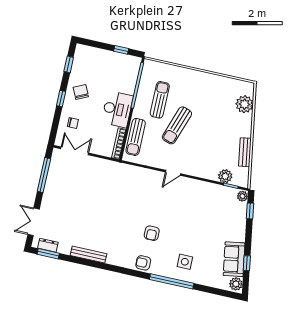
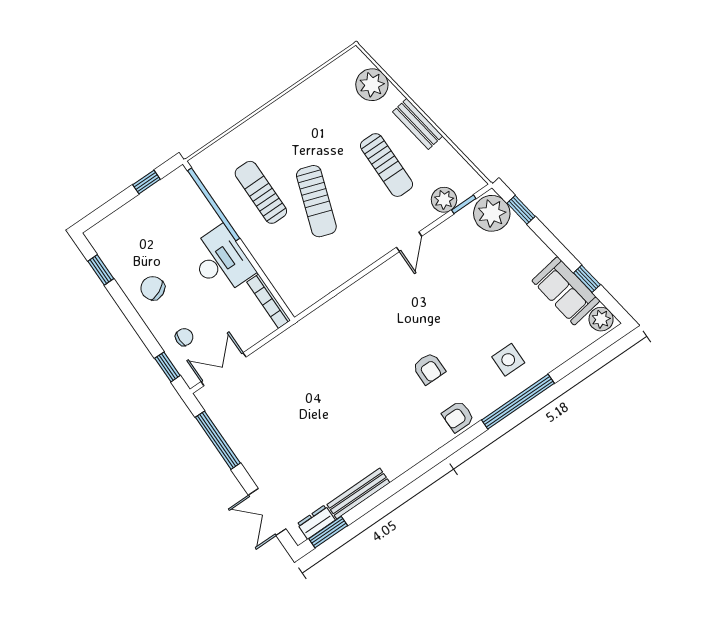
window: (61, 99) -> (167, 367), moved
sun lounger: (136, 137) -> (386, 165), moved
bench: (245, 152) -> (418, 124), moved
door: (173, 173) -> (409, 242), moved
plant: (242, 196) -> (492, 213), width x1.87, depth x1.87
bench: (88, 255) -> (358, 494), moved

